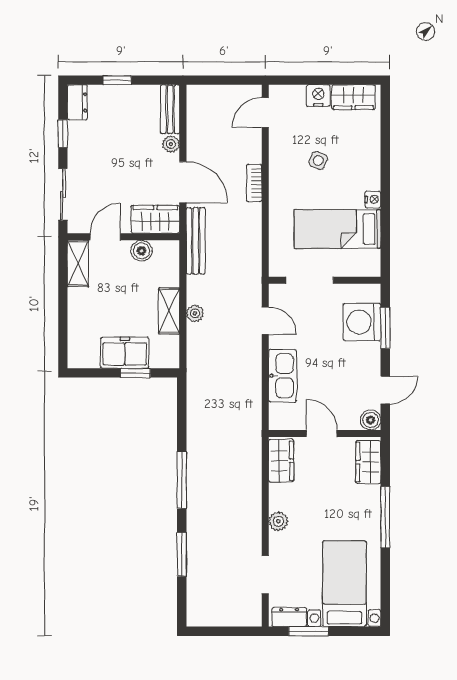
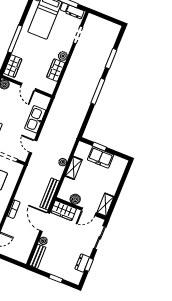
dresser: (77, 102) -> (82, 263), moved
wardrobe: (281, 461) -> (56, 70), moved

